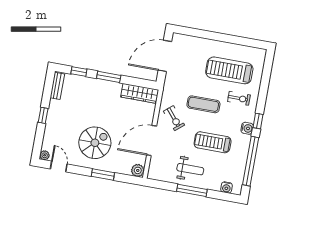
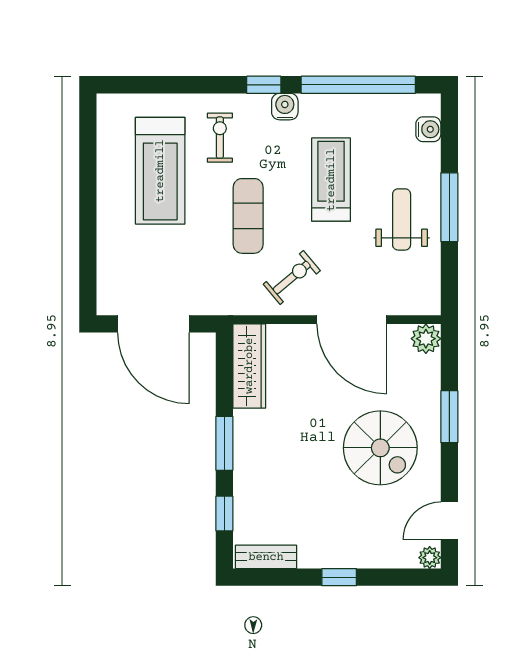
treadmill: (213, 142) -> (331, 180), turned 180
spiral stairs: (95, 143) -> (380, 448), turned 180

